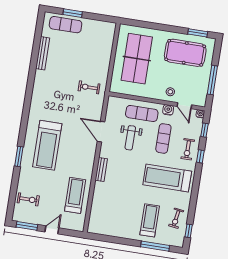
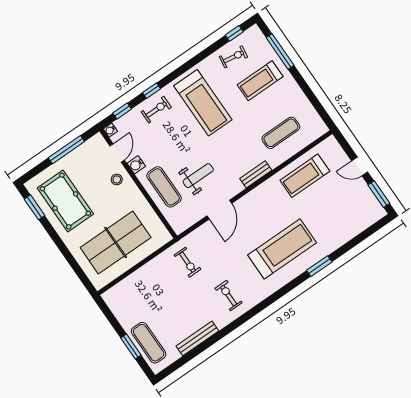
exercise mat: (163, 138) -> (281, 133), moved
exercise bike: (28, 199) -> (229, 296), moved

